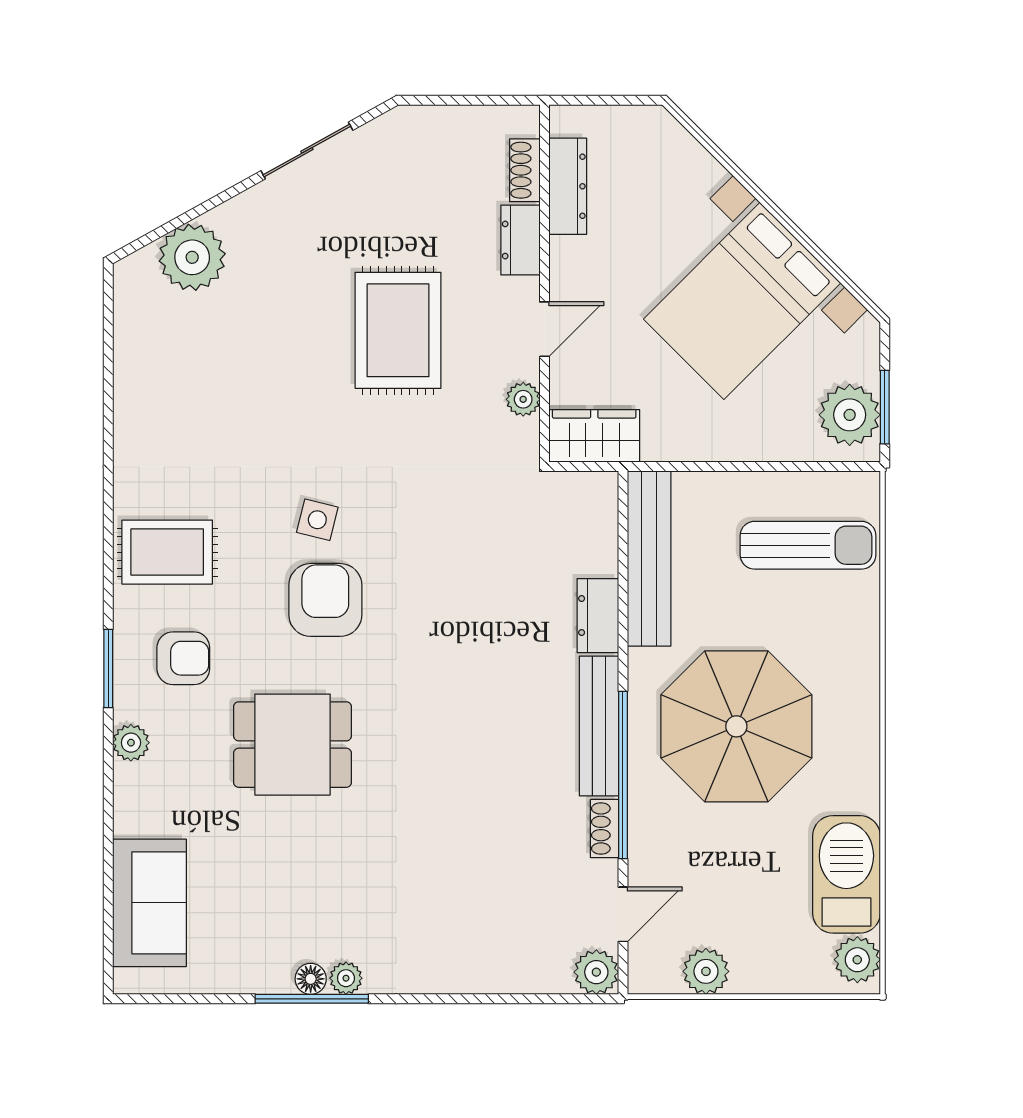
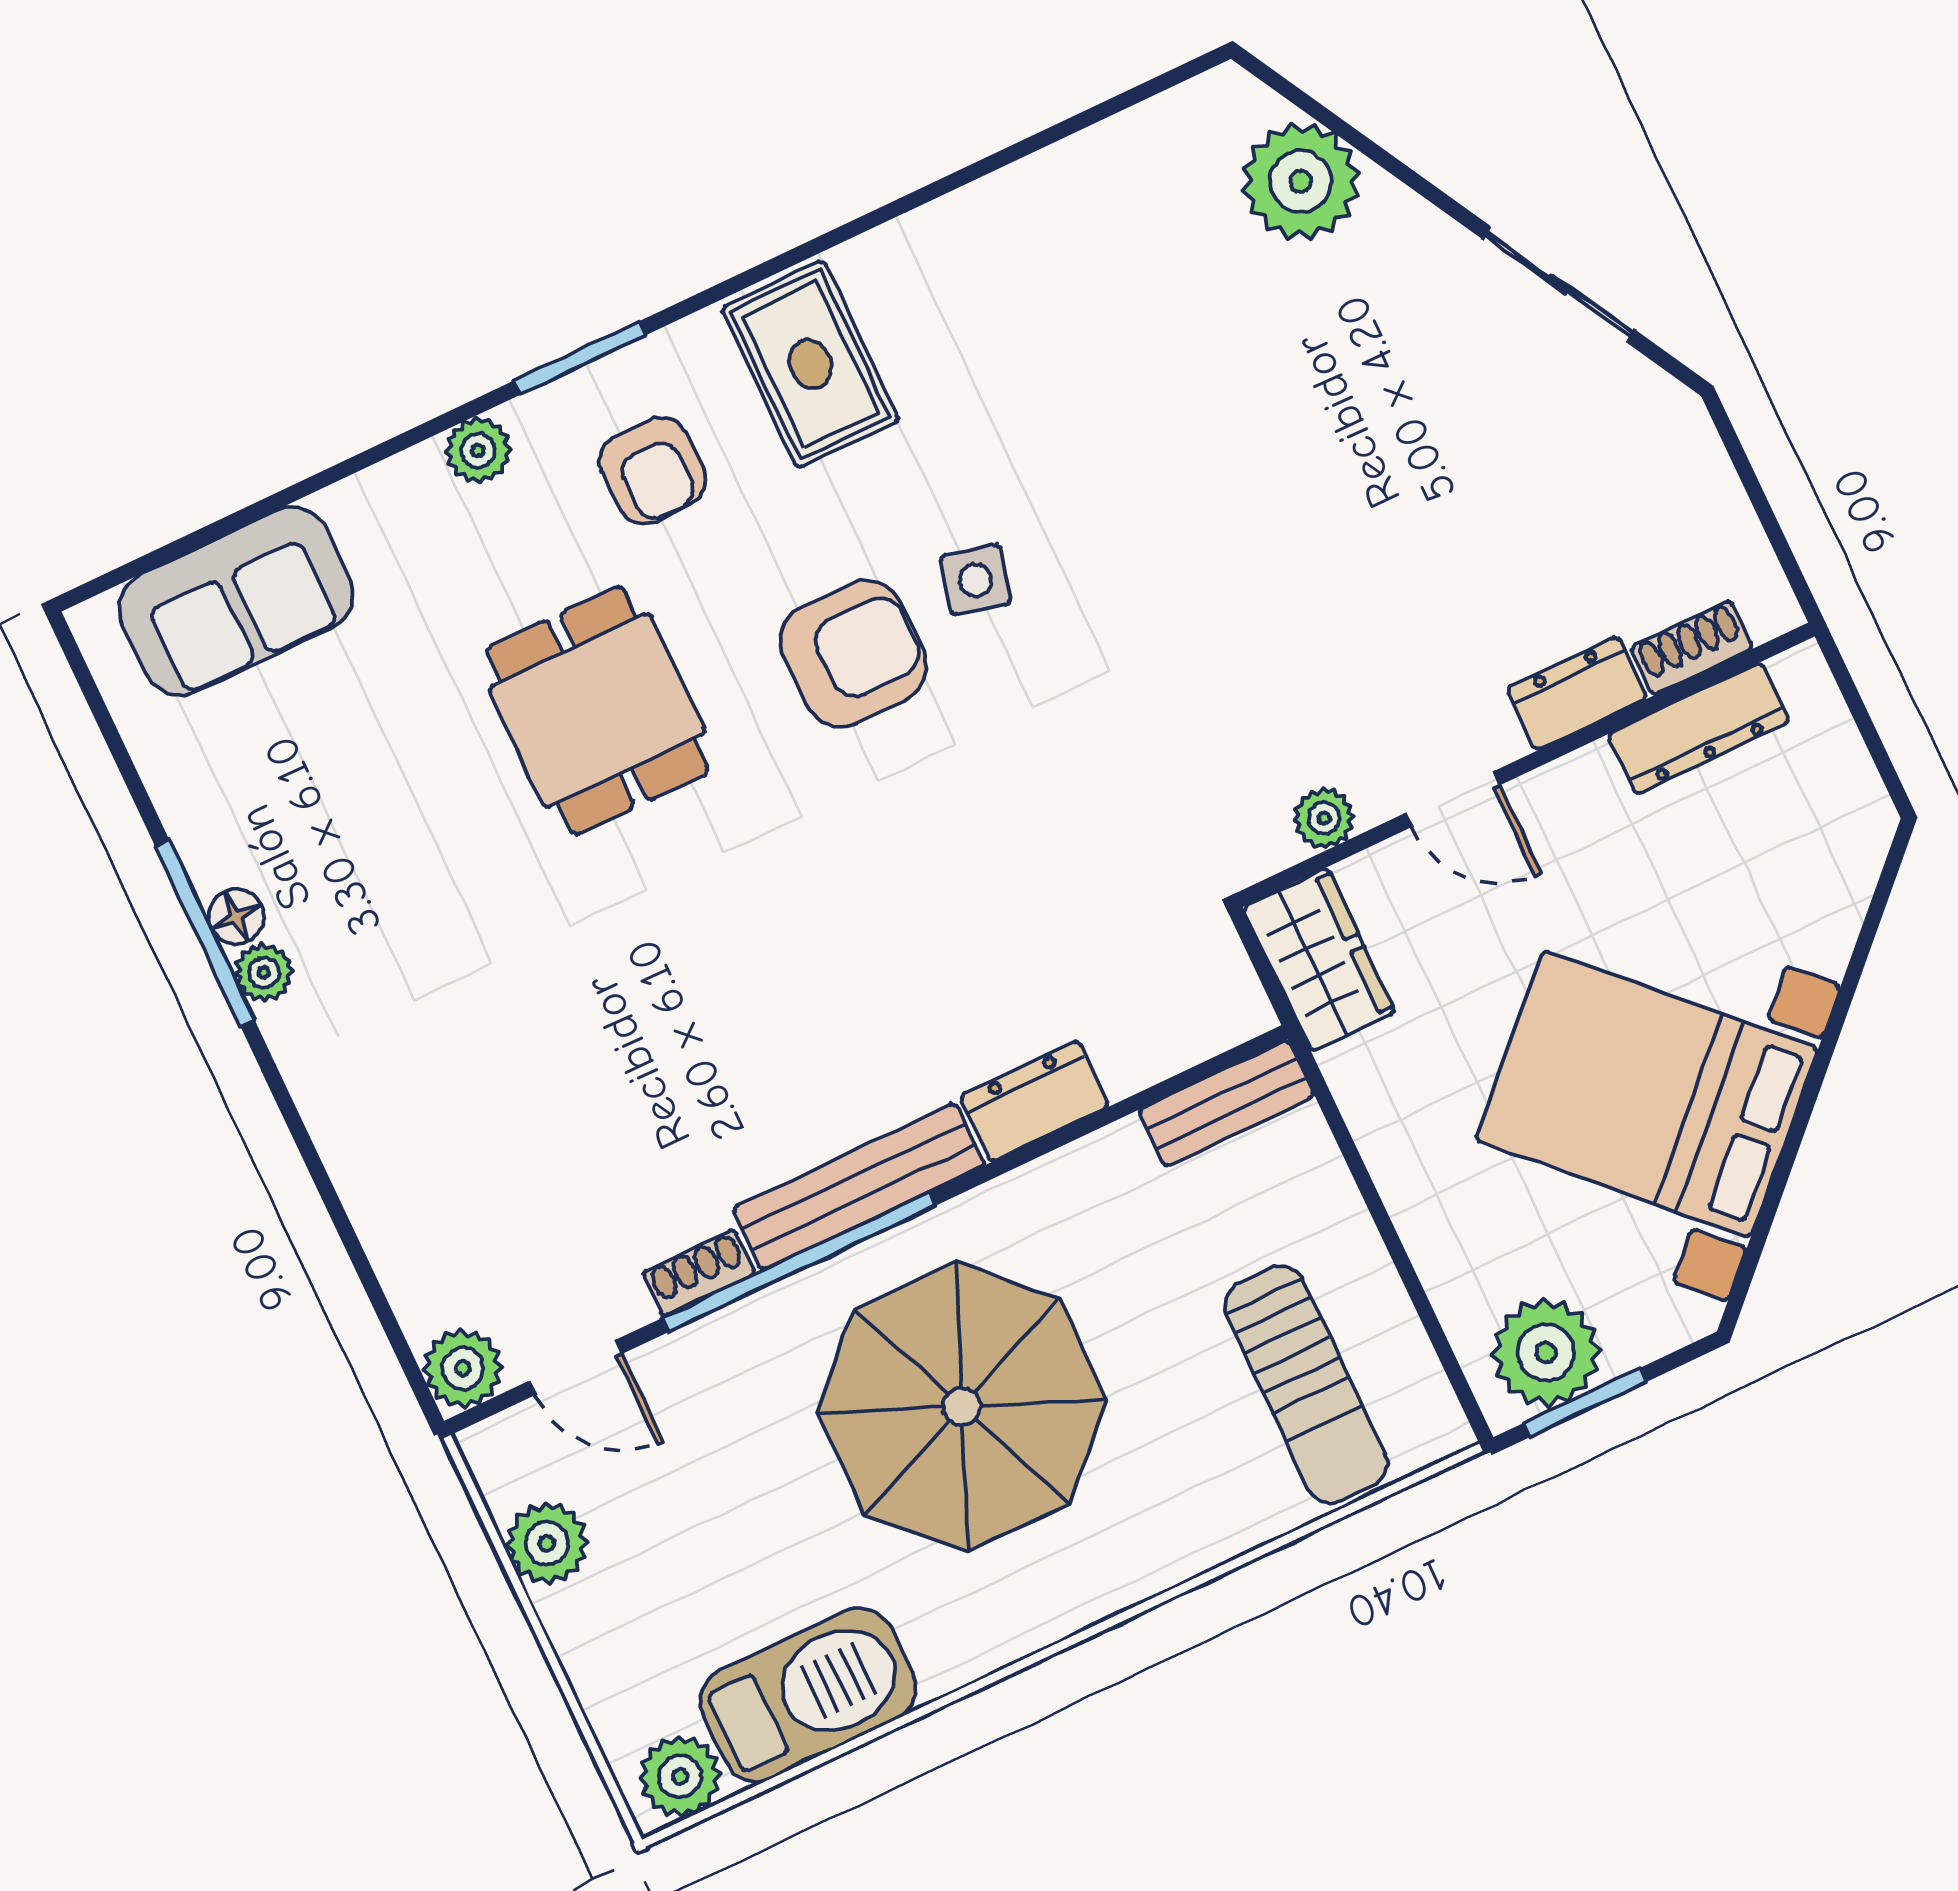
rug: (398, 330) -> (1340, 566), removed
bench: (649, 558) -> (1226, 1103), width x0.54, depth x0.82

